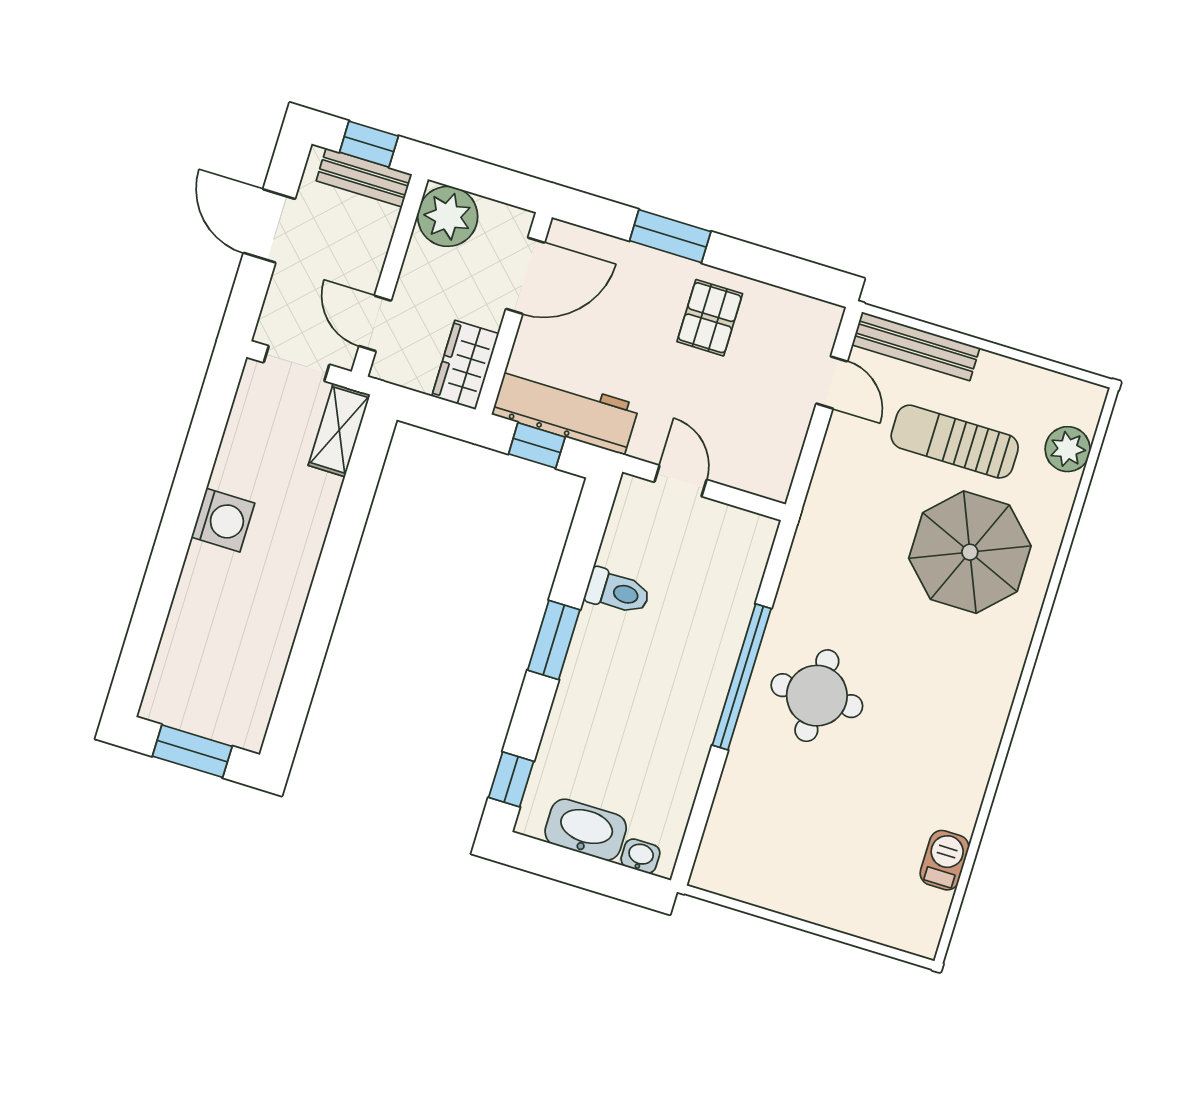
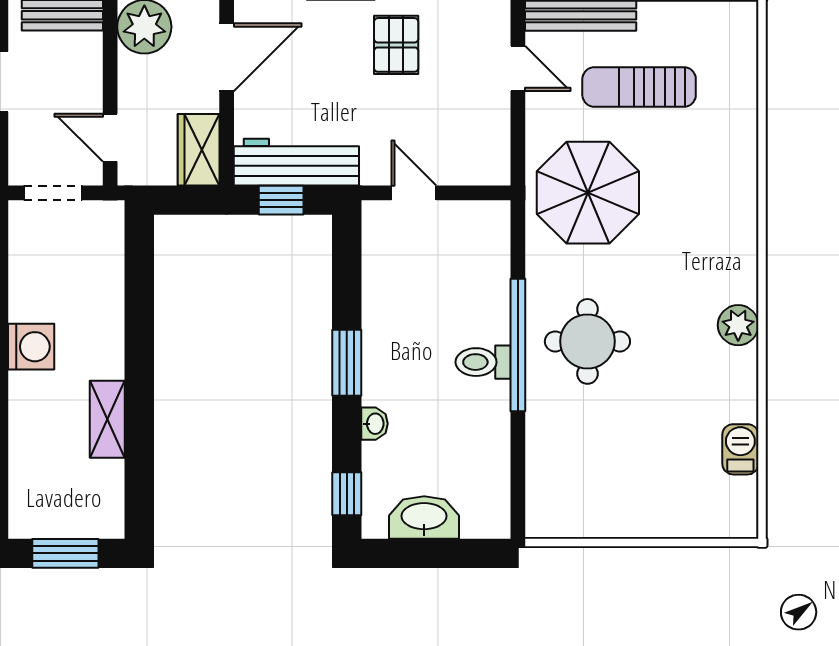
shelving: (339, 430) -> (107, 419), moved
plant: (1068, 449) -> (738, 325), moved
parasol: (970, 552) -> (588, 193), moved
toilet: (618, 592) -> (483, 362), moved, turned 180
washbasin: (640, 856) -> (374, 424), moved, turned 90

